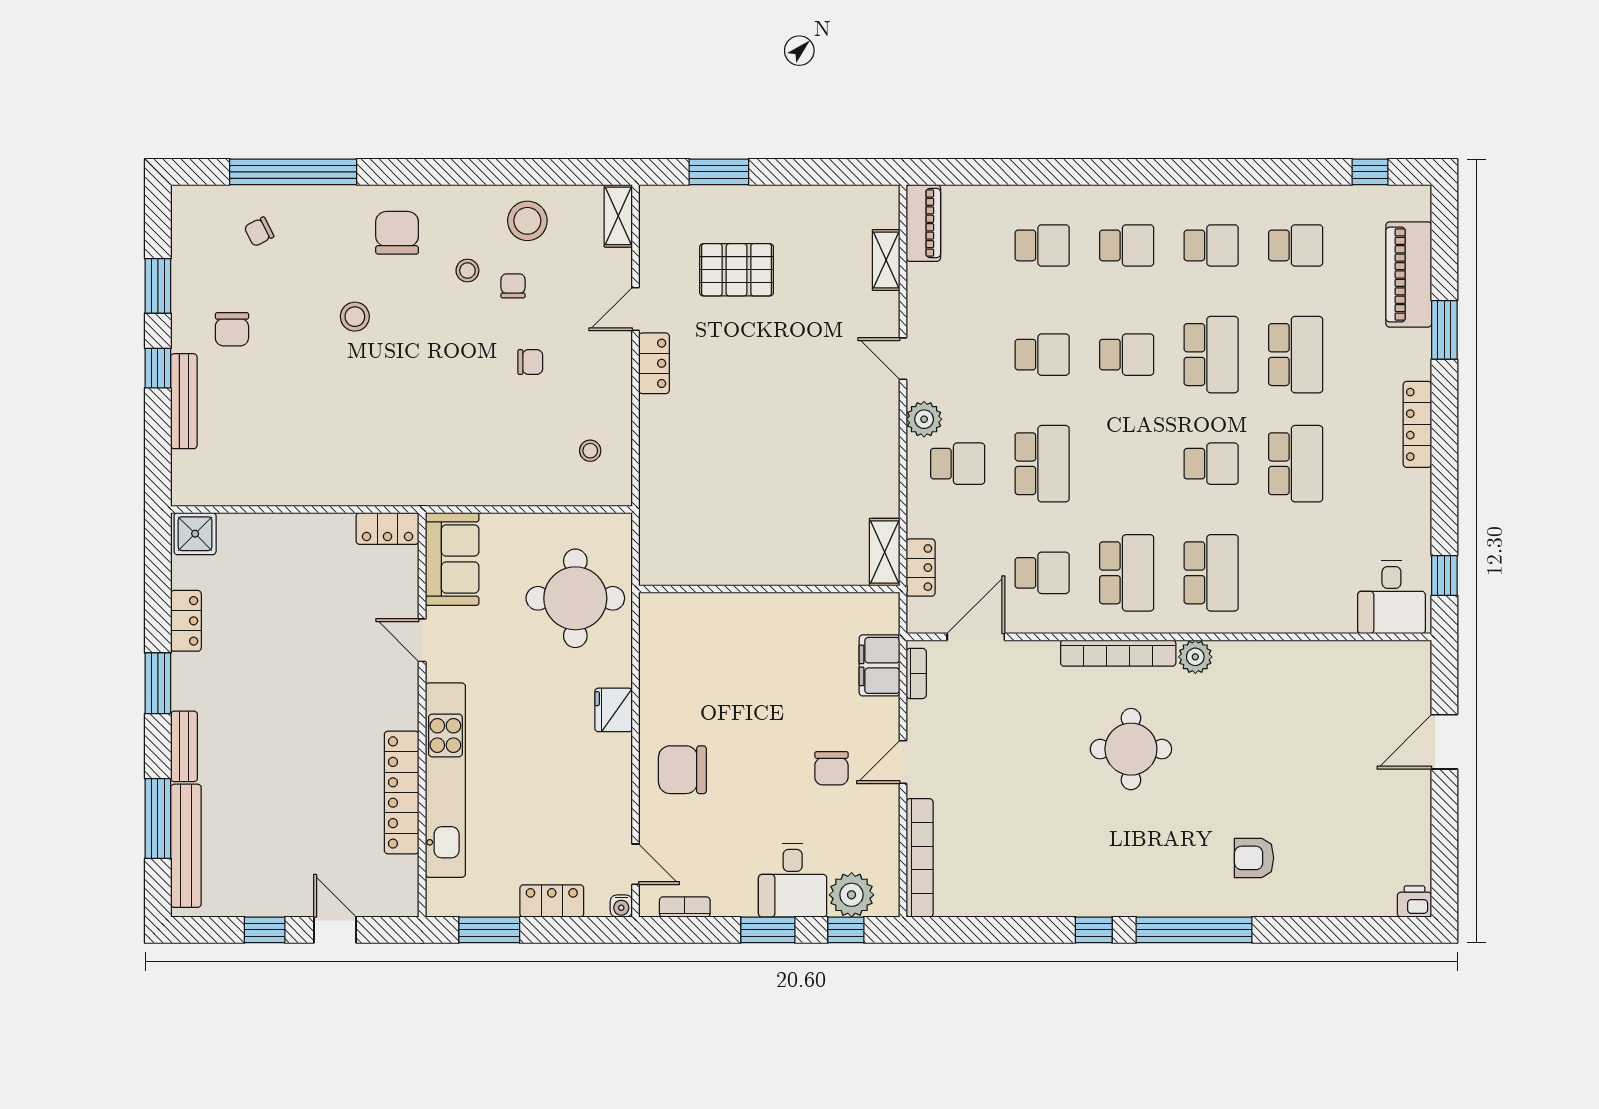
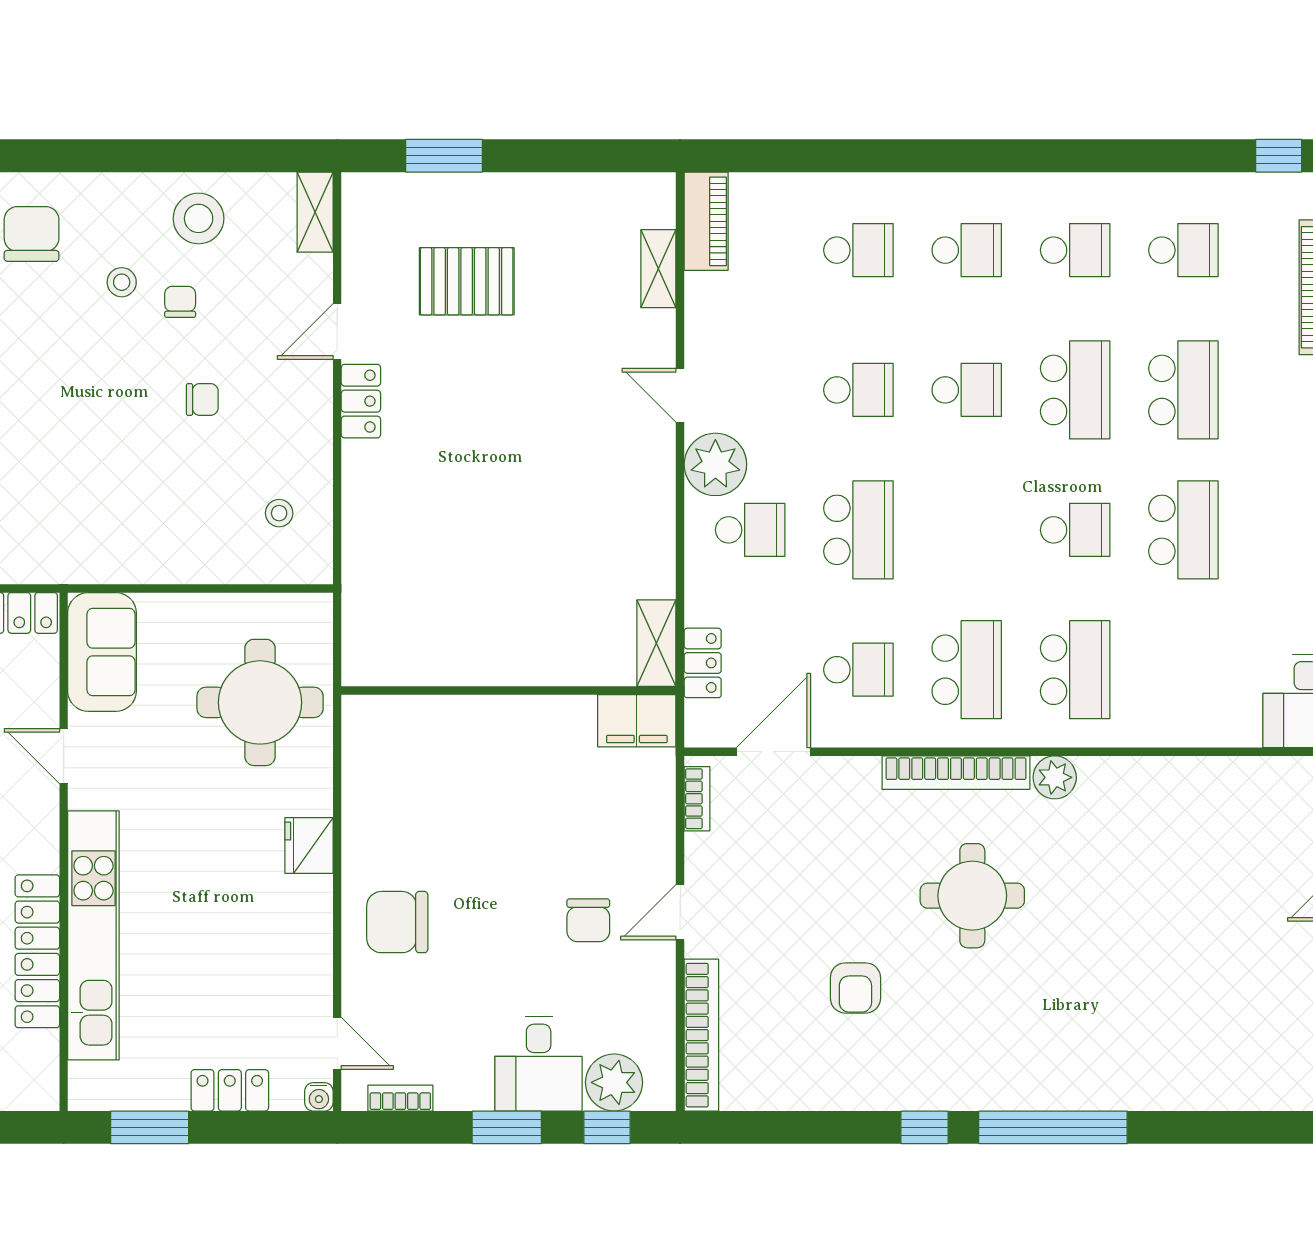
plant: (924, 419) -> (715, 464), width x1.36, depth x1.36
filing cabinet: (879, 665) -> (637, 721), moved, turned -90
armchair: (1254, 858) -> (855, 988), moved, turned -90

